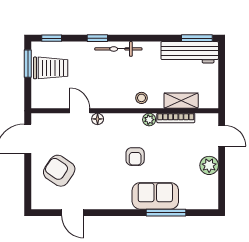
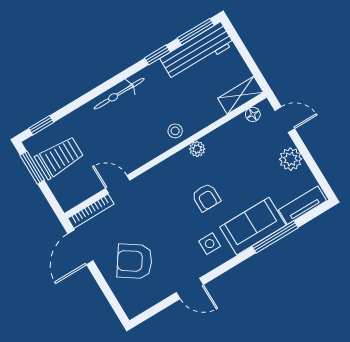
window: (97, 38) -> (157, 55), moved
shelving: (181, 101) -> (241, 95), moved
bookcase: (176, 118) -> (91, 211), moved
floor lamp: (98, 119) -> (253, 114), moved
side table: (118, 190) -> (210, 244), added
tv unit: (198, 202) -> (303, 205), added
door: (73, 213) -> (190, 288), moved

